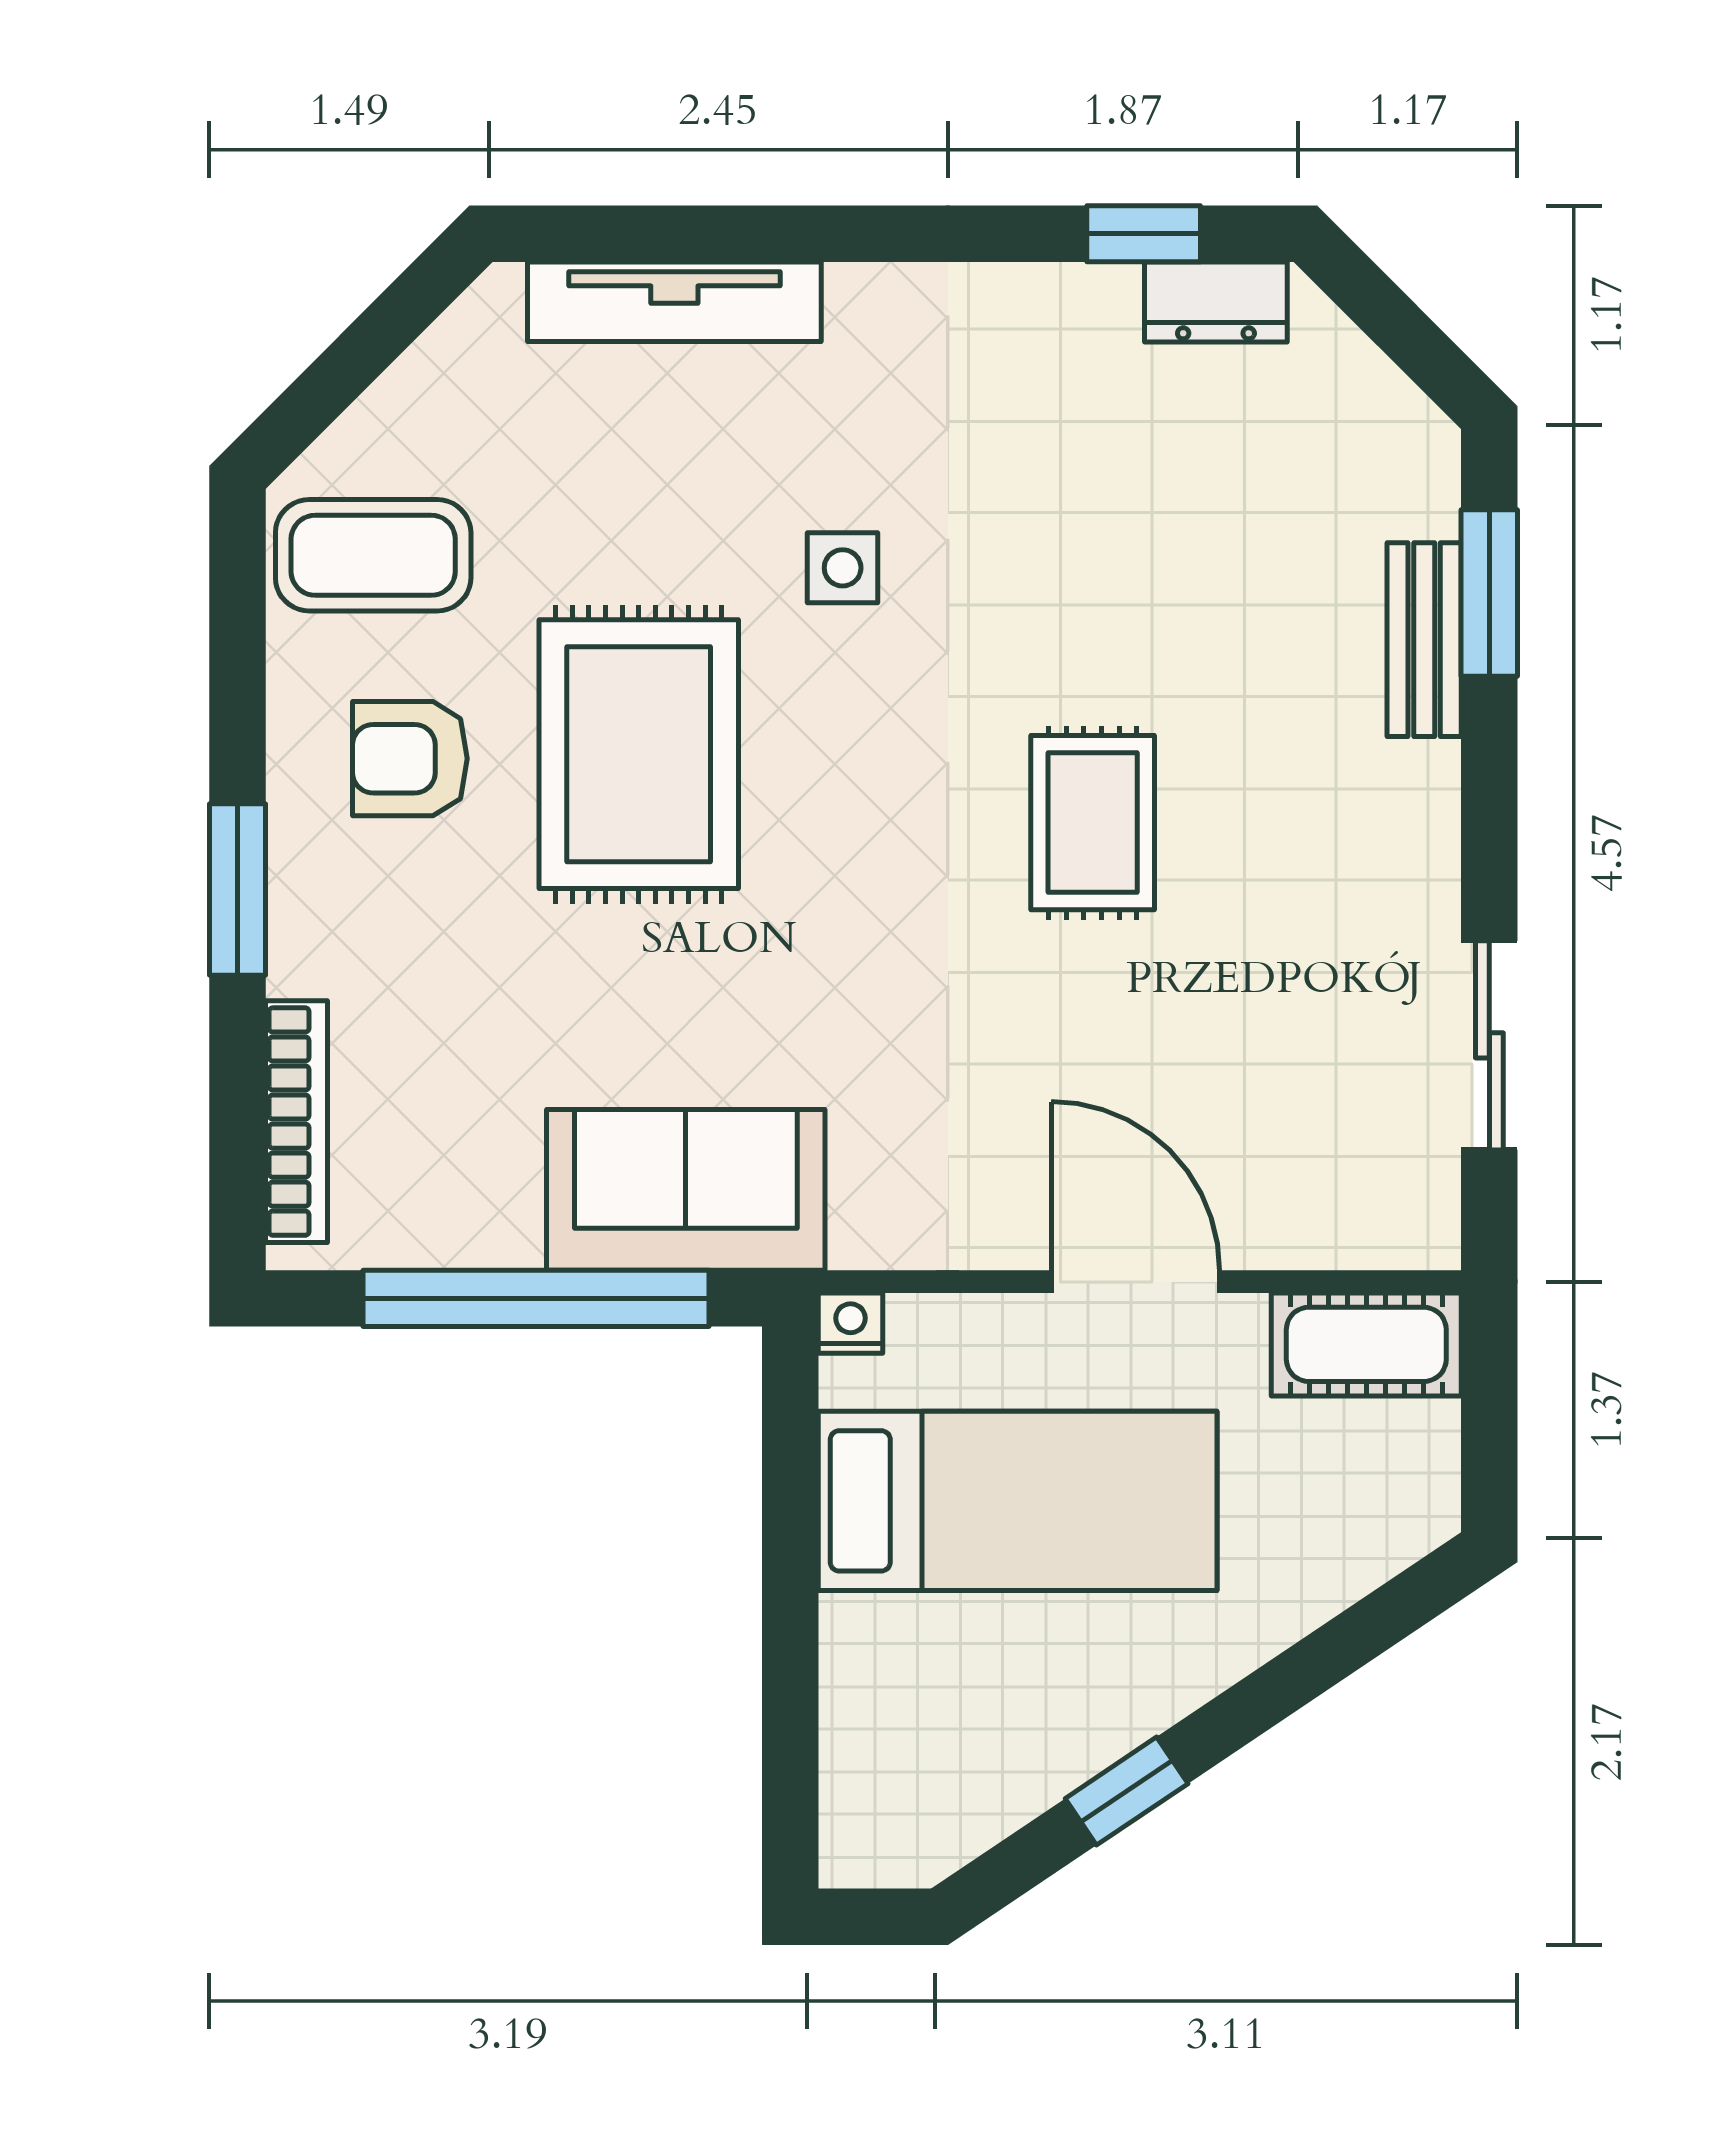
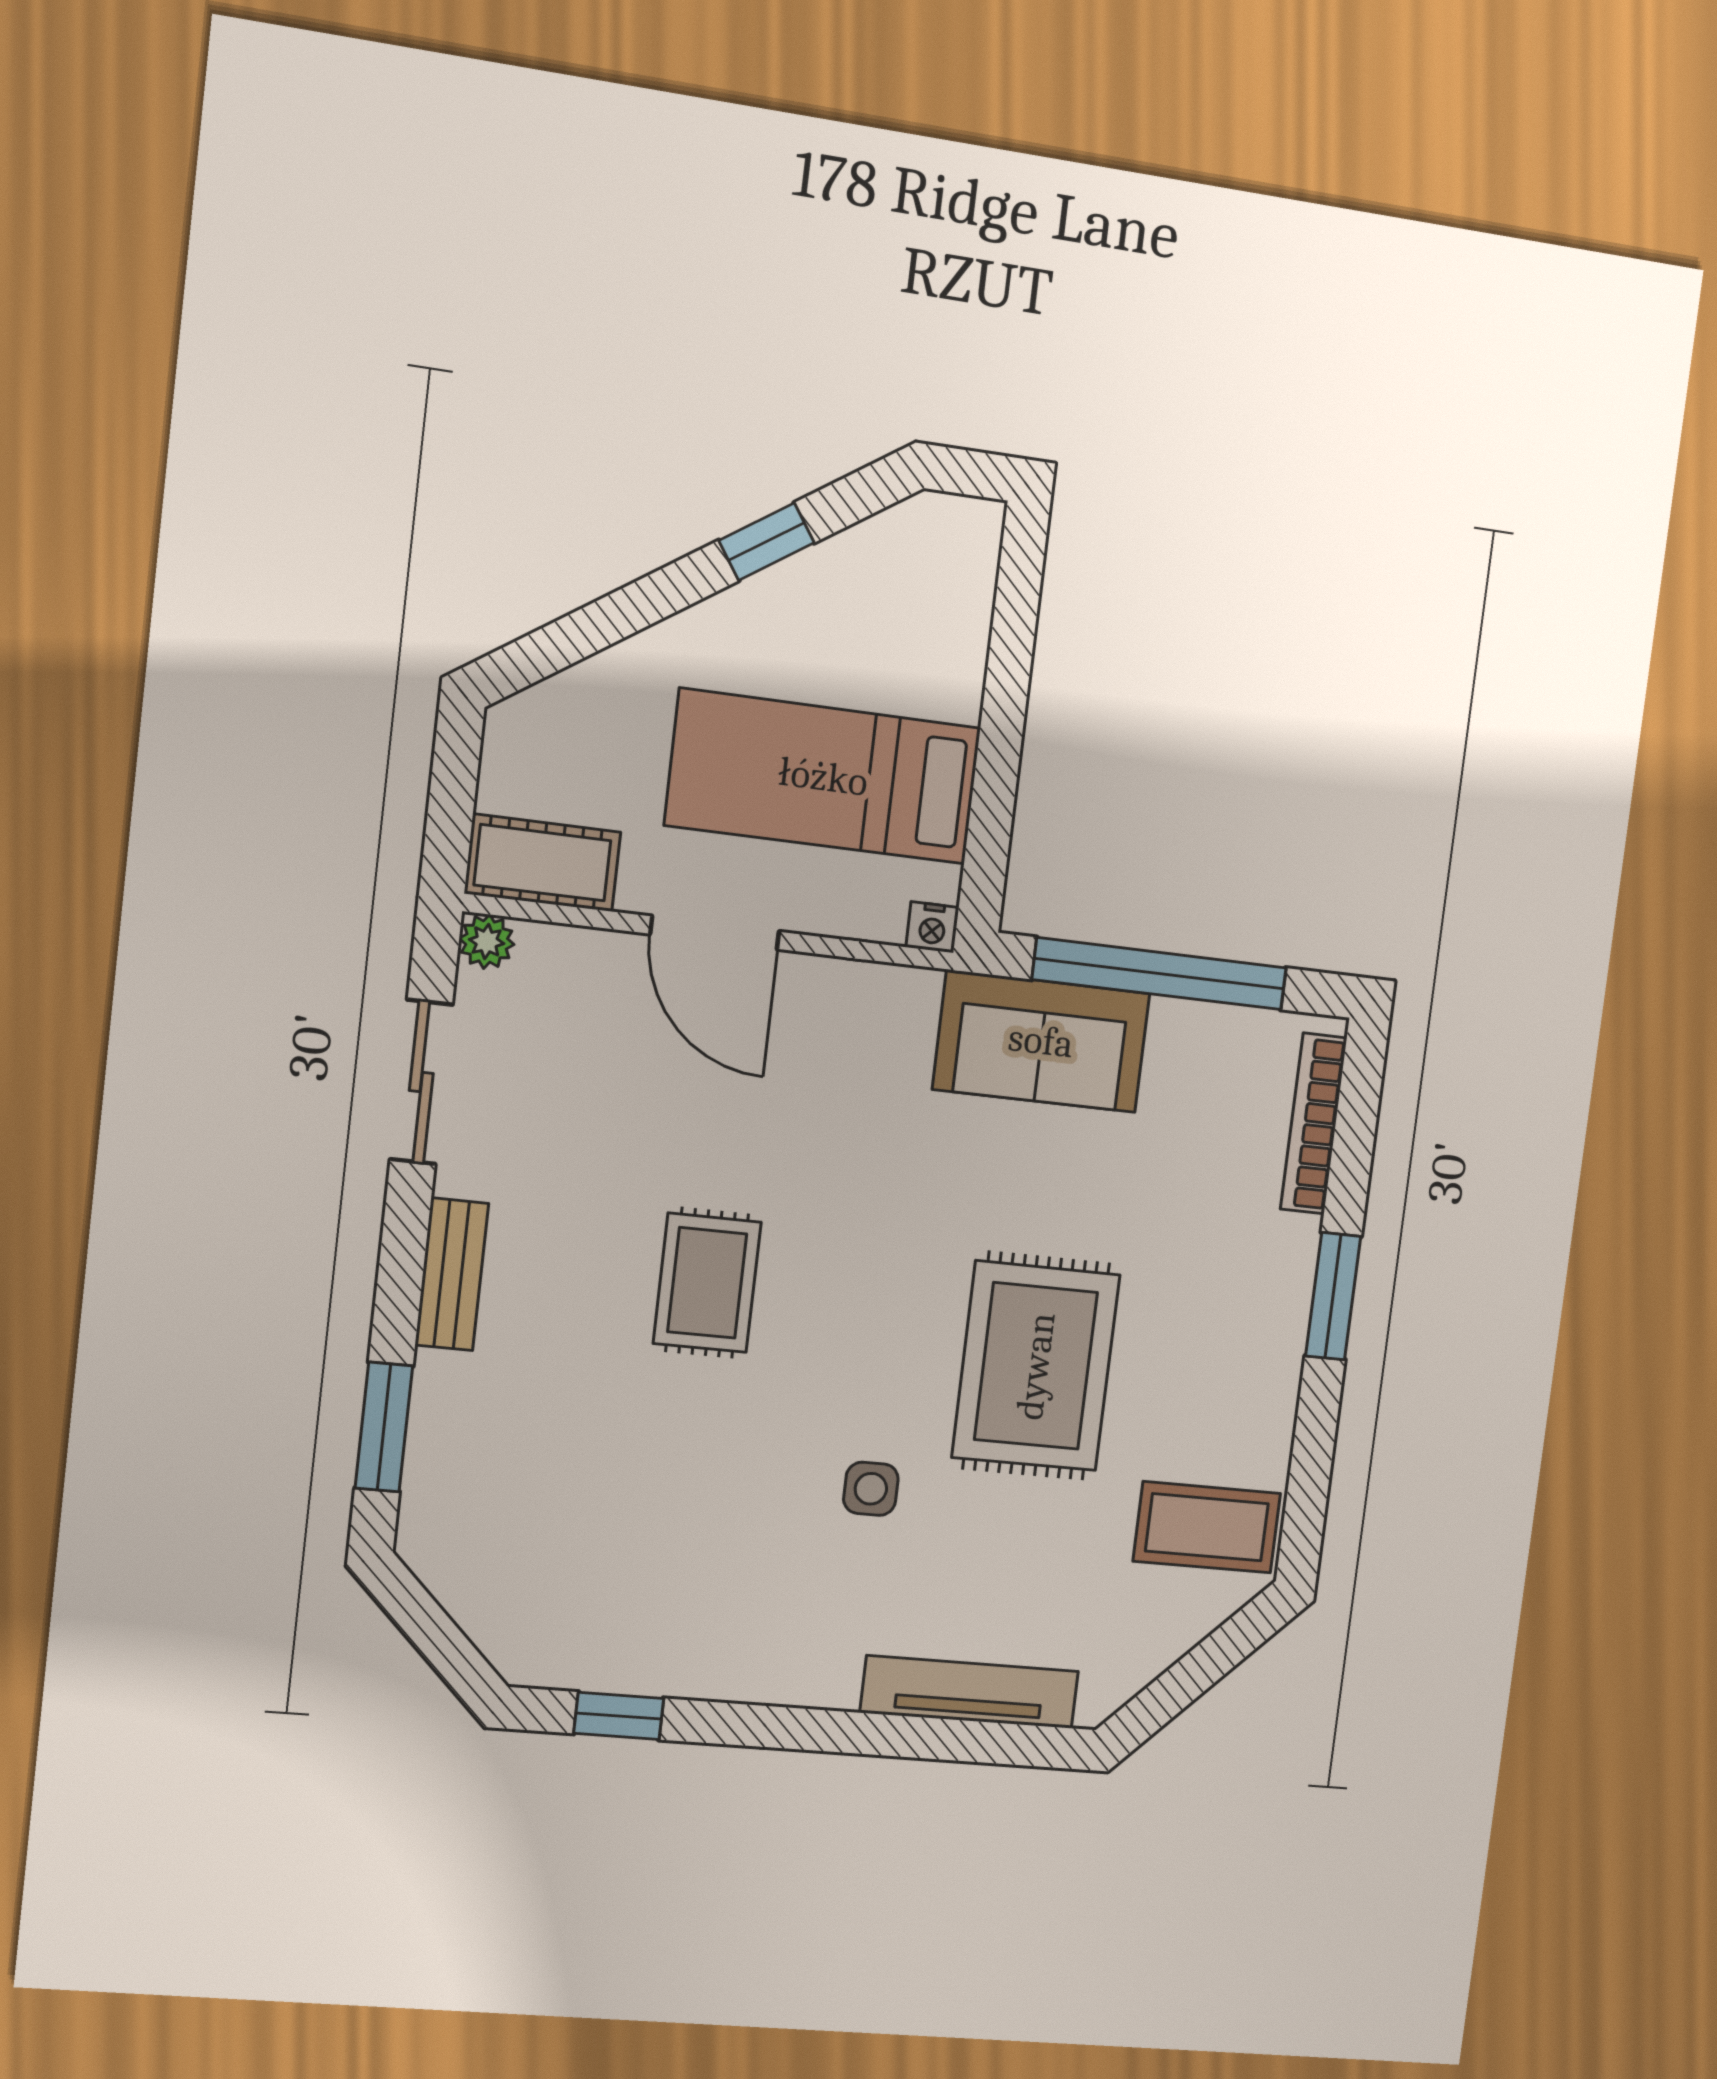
dresser: (1216, 302) -> (570, 1662), removed
bench: (1424, 640) -> (452, 1274), moved
armchair: (410, 759) -> (1200, 1378), removed
plant: (1426, 1235) -> (487, 941), added

